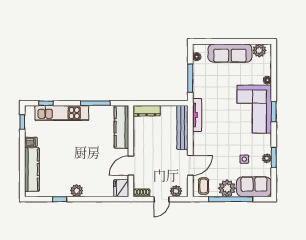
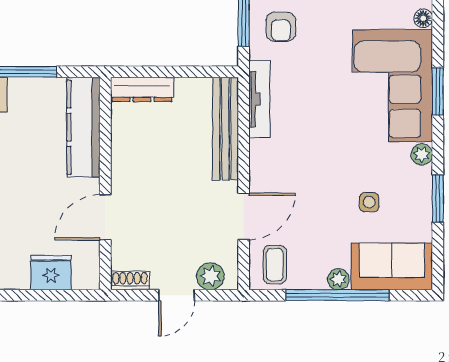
armchair: (206, 84) -> (281, 27), added
plant: (267, 158) -> (422, 154), moved
fridge: (121, 188) -> (51, 273), moved, turned 90
plant: (227, 188) -> (338, 279), width x0.53, depth x0.53

